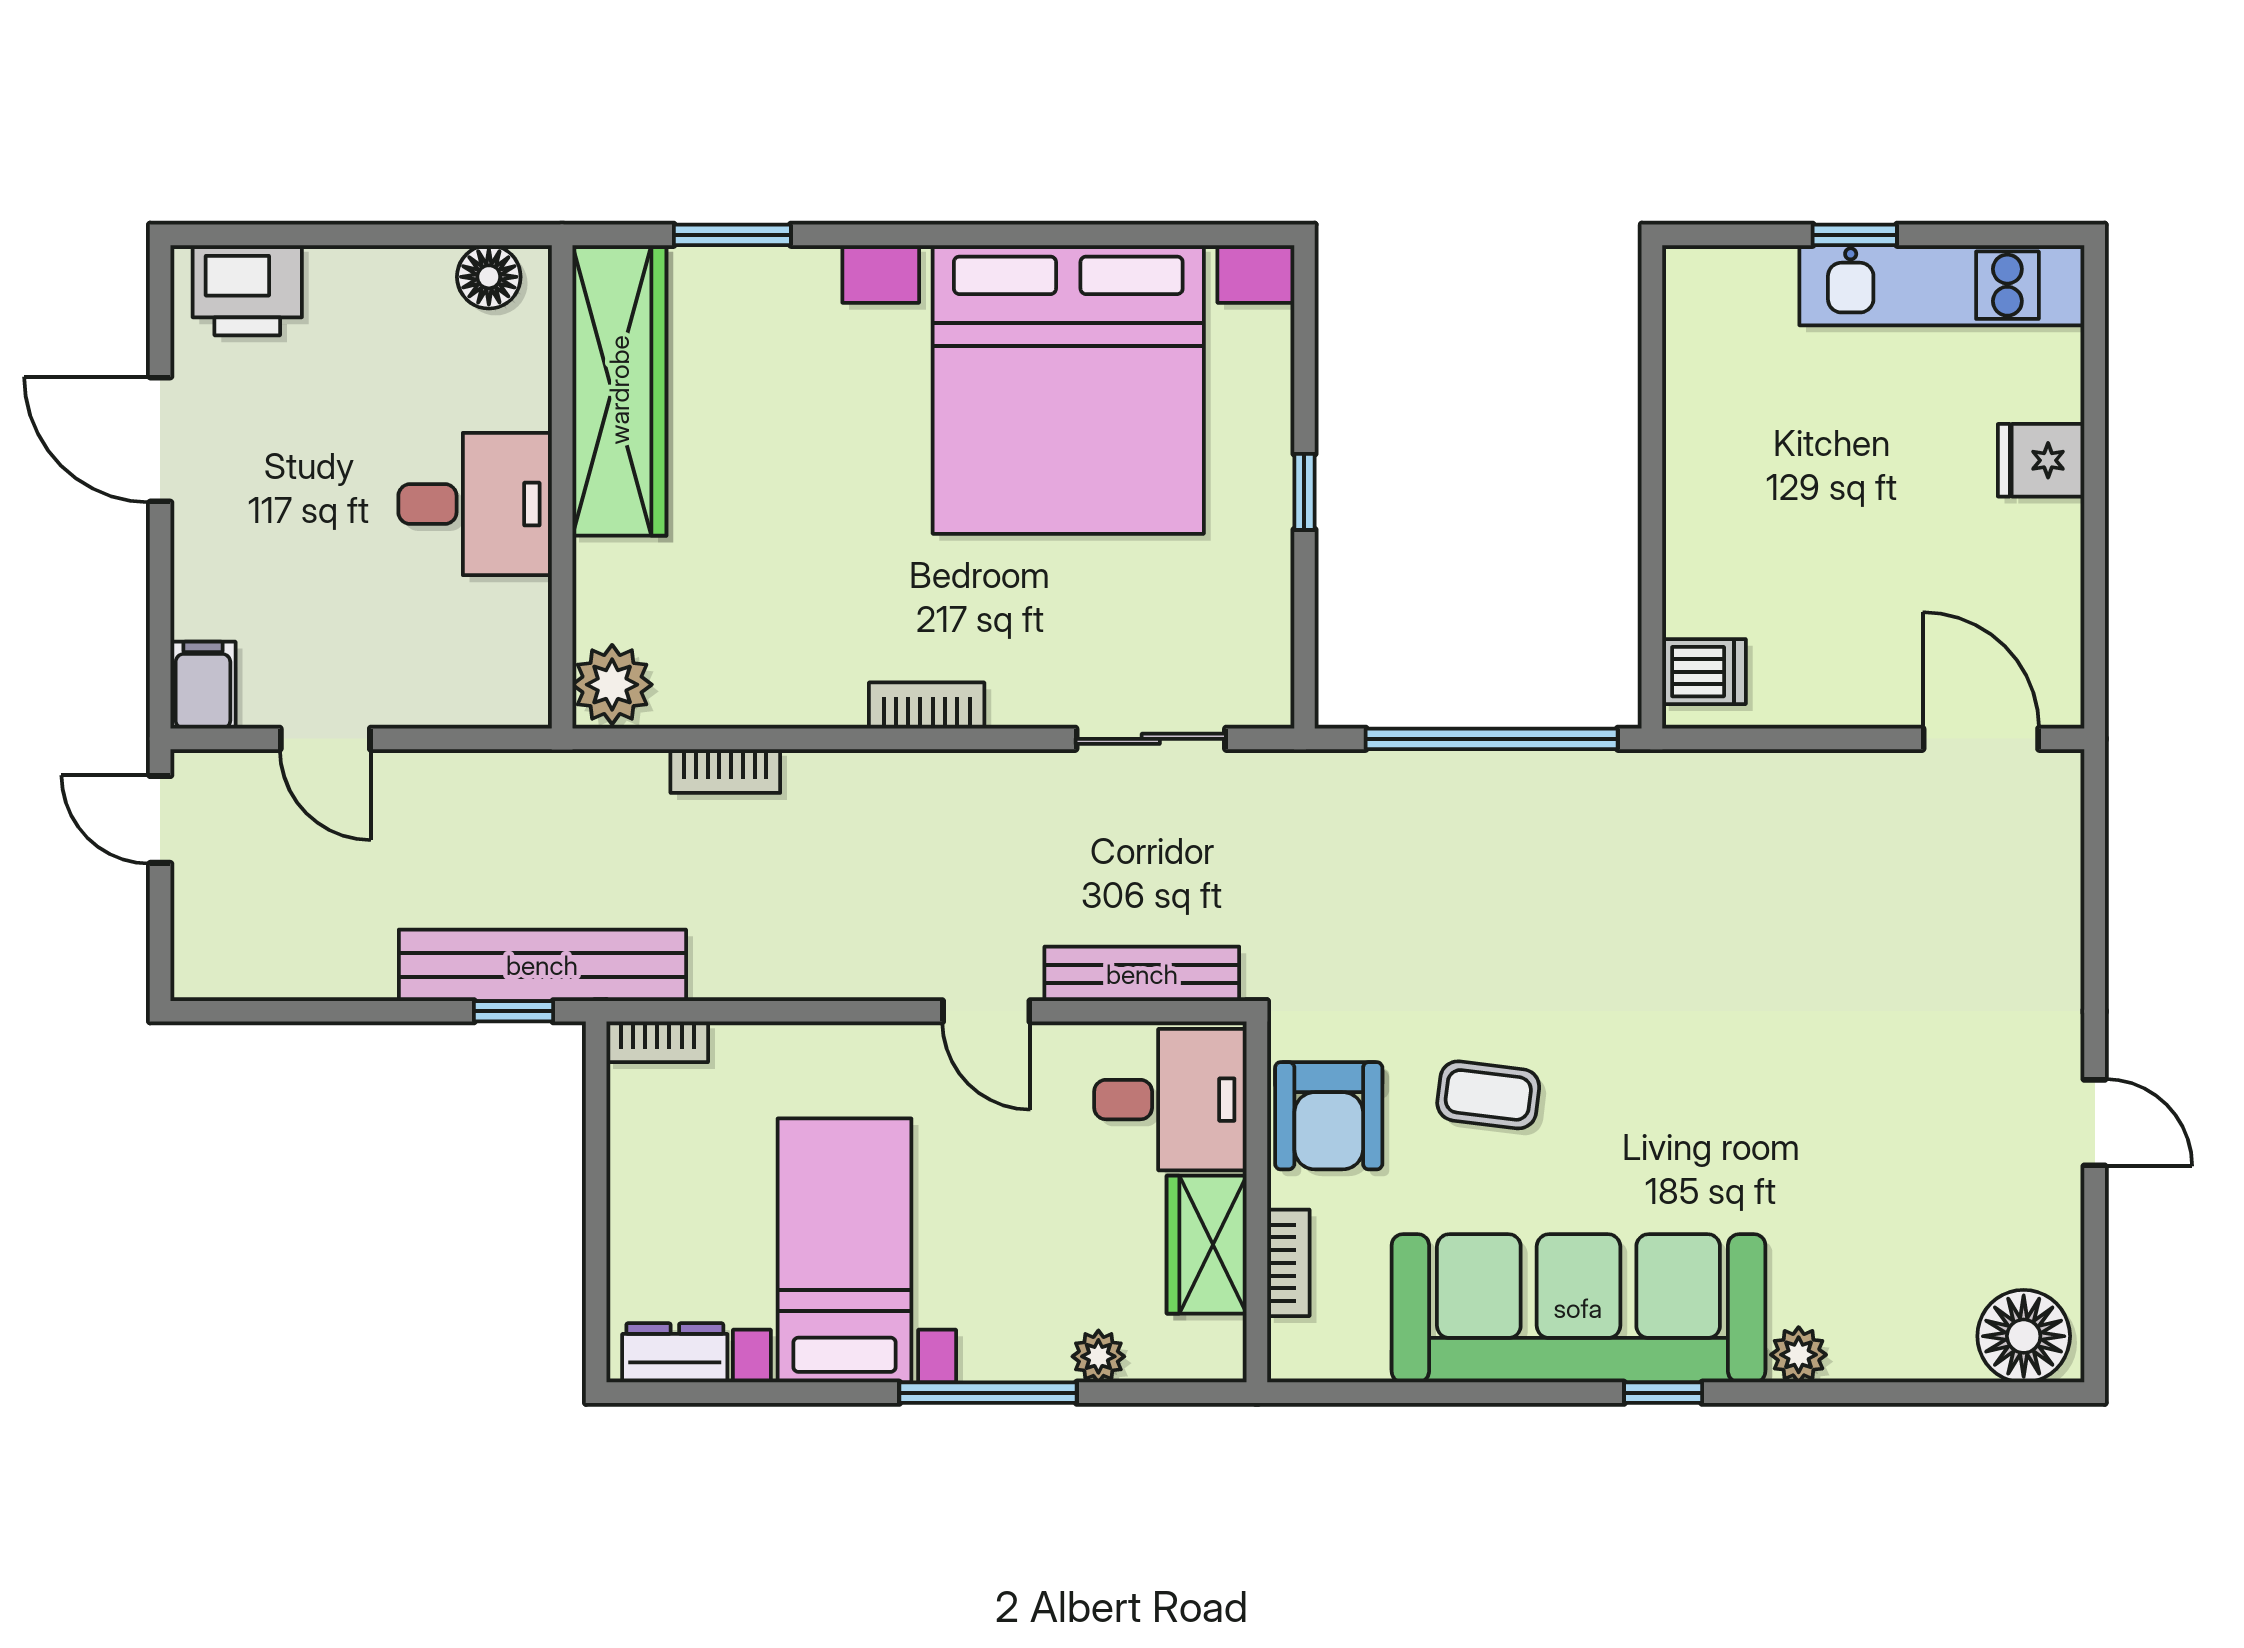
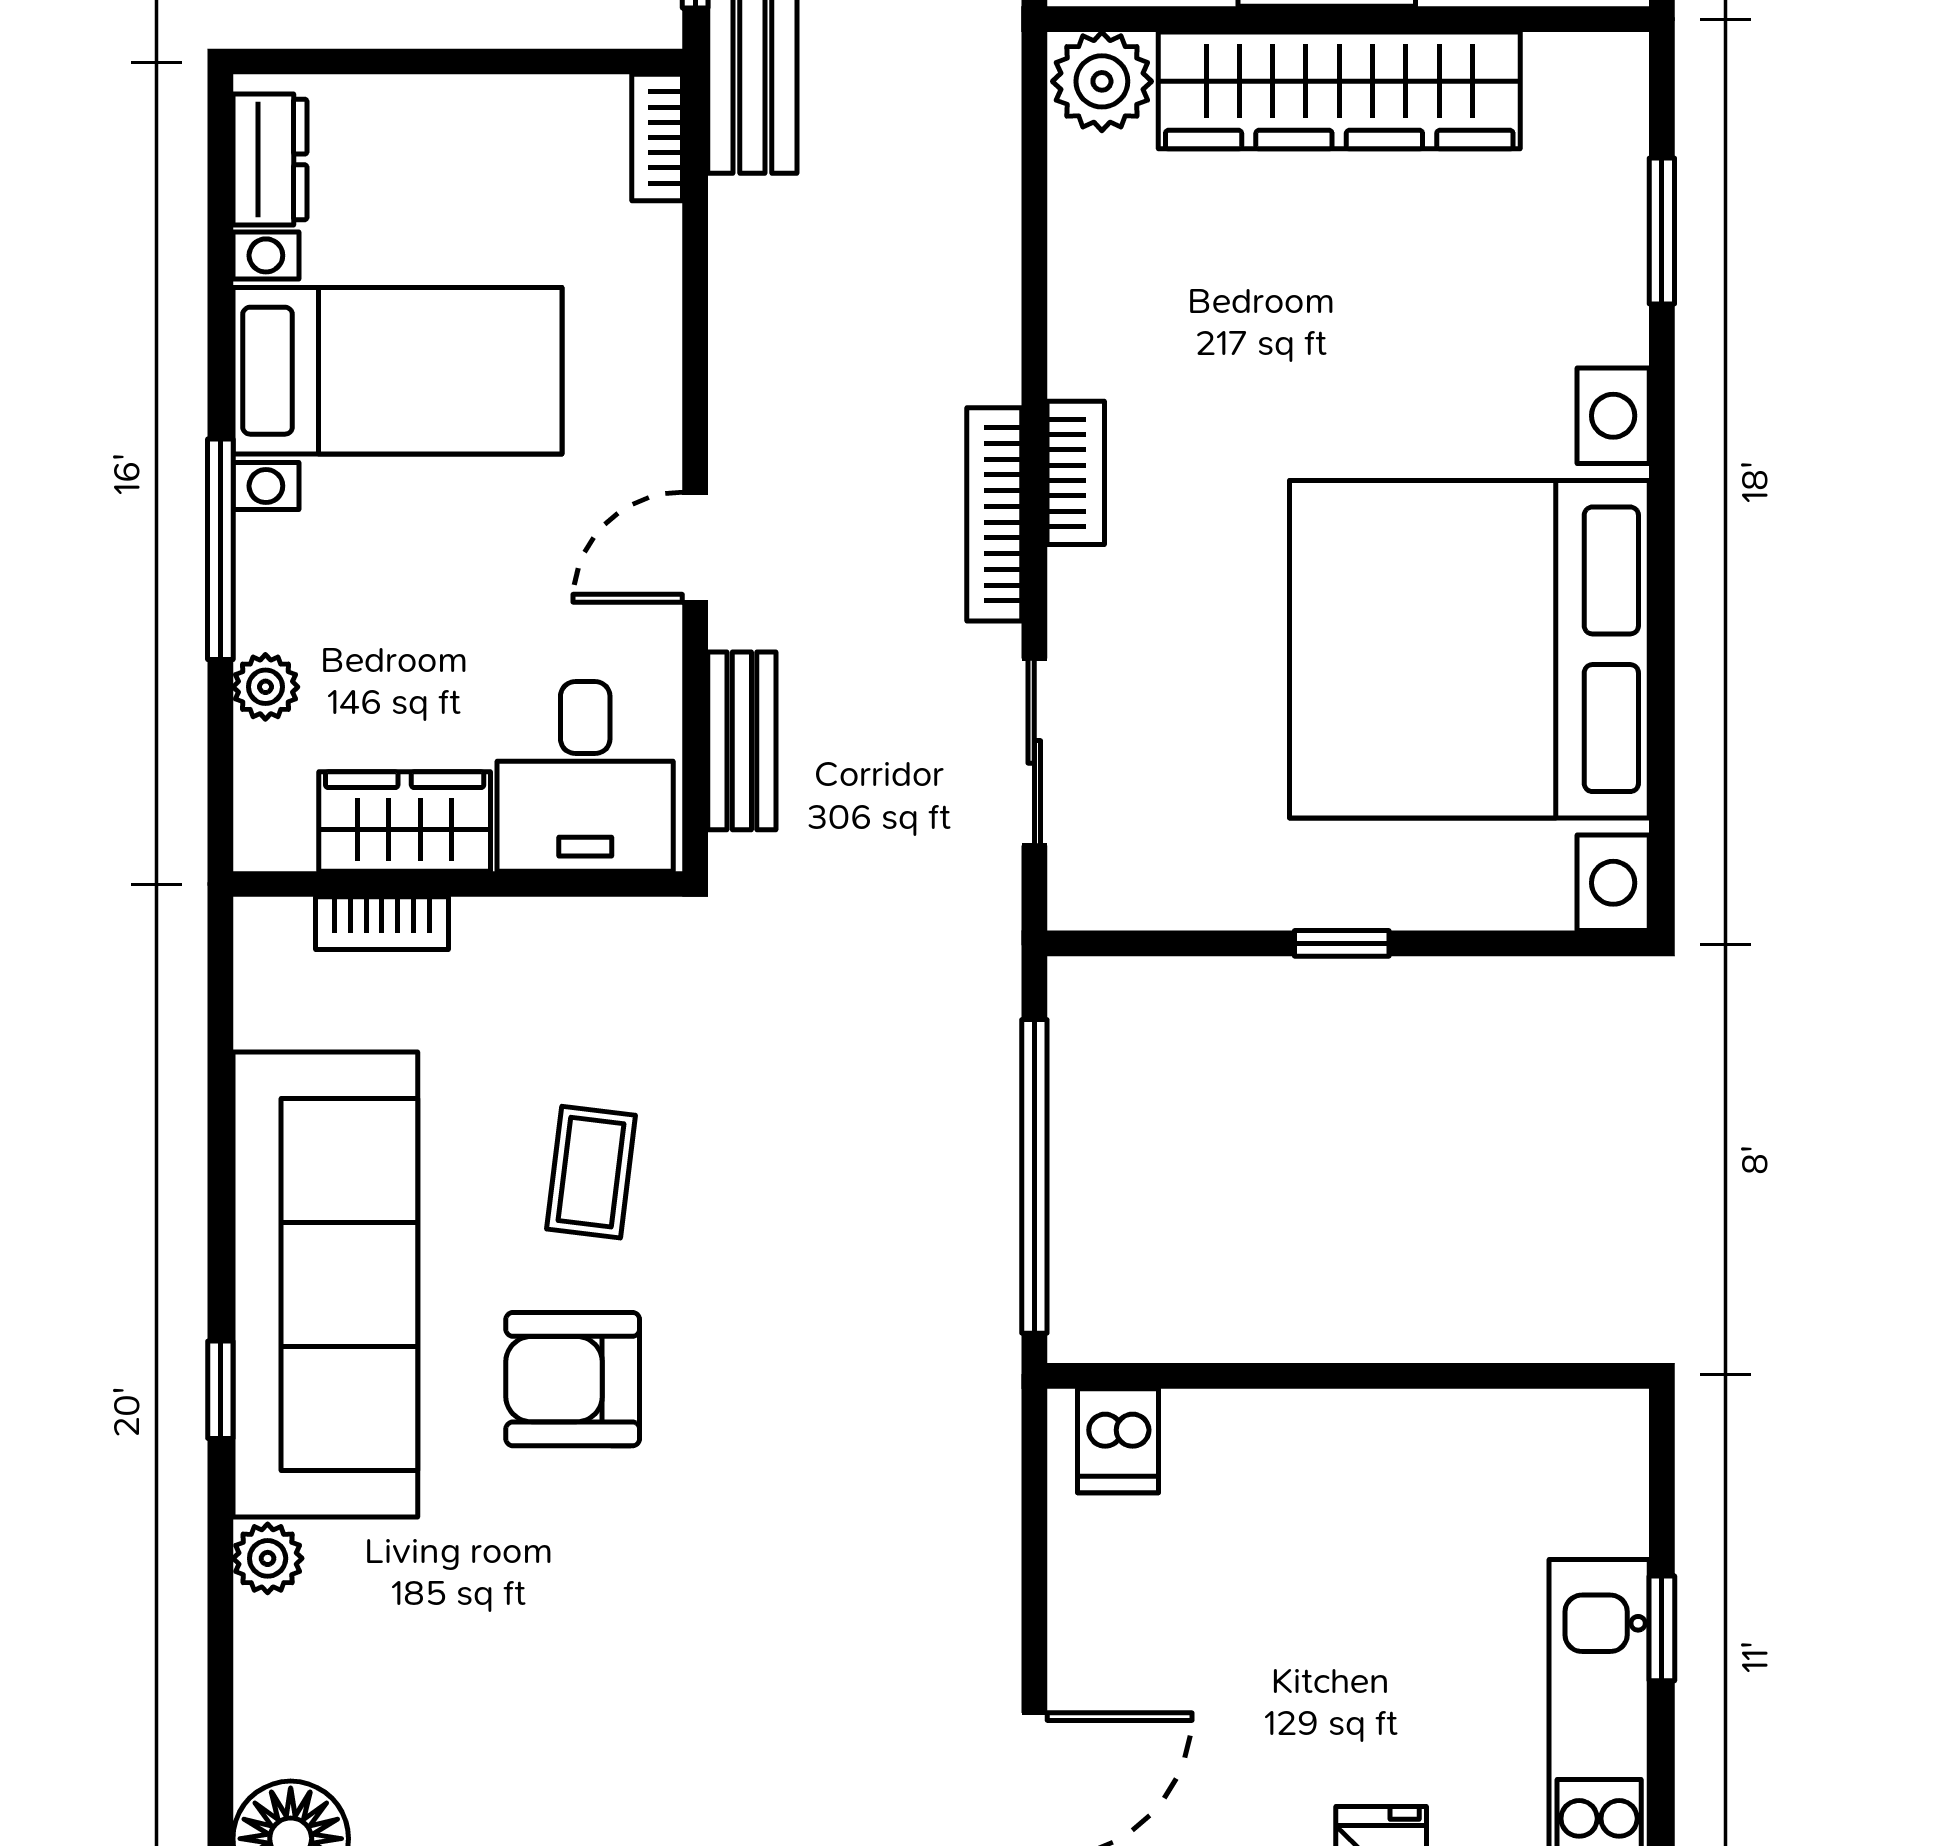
wardrobe: (619, 390) -> (1339, 90), moved
bookcase: (725, 771) -> (994, 514), moved, width x1.56
bench: (1142, 974) -> (742, 741), width x0.73
armchair: (1329, 1116) -> (573, 1379), moved

